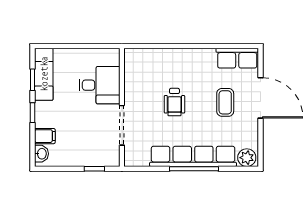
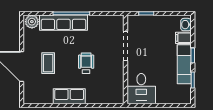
row of seats: (237, 58) -> (69, 96), moved
exam couch: (44, 74) -> (184, 64), moved
desk: (99, 85) -> (141, 89), moved, turned -90
row of seats: (193, 156) -> (63, 23), width x0.73

